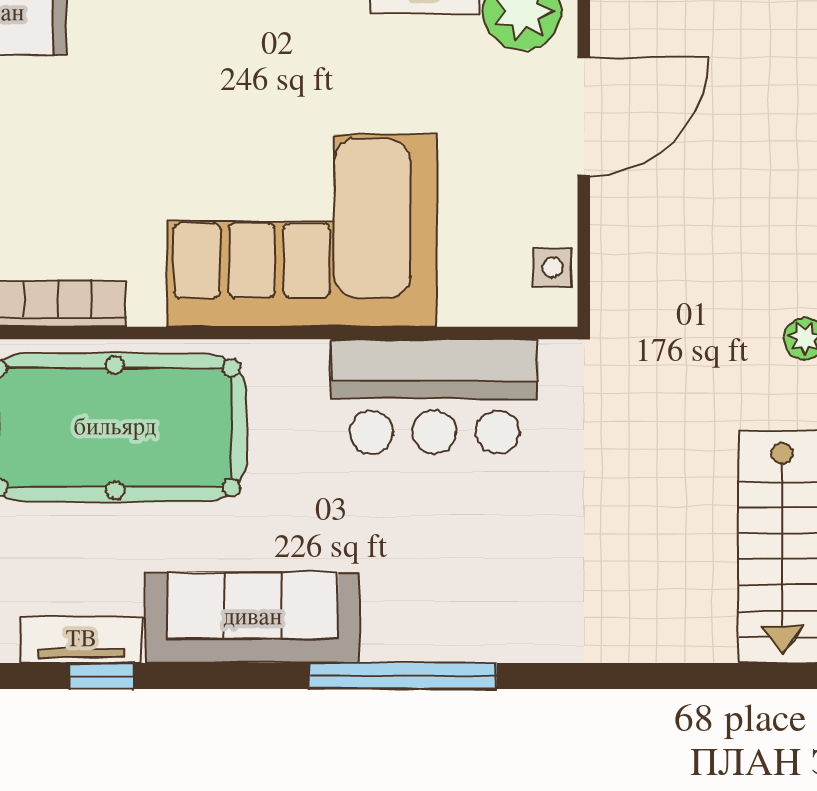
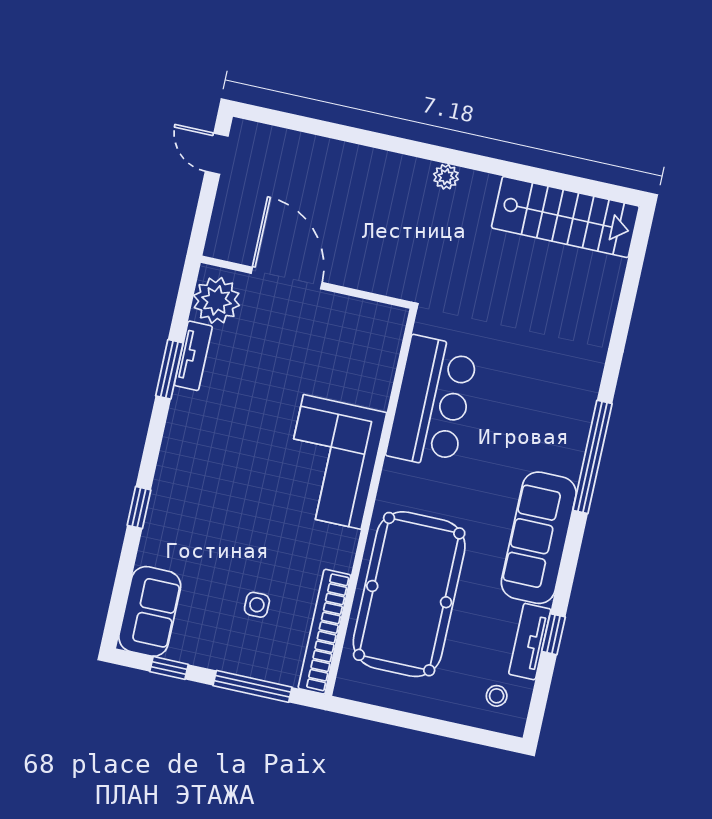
corner sofa: (302, 231) -> (332, 462), width x0.73, depth x0.74
side table: (552, 268) -> (257, 605), moved

